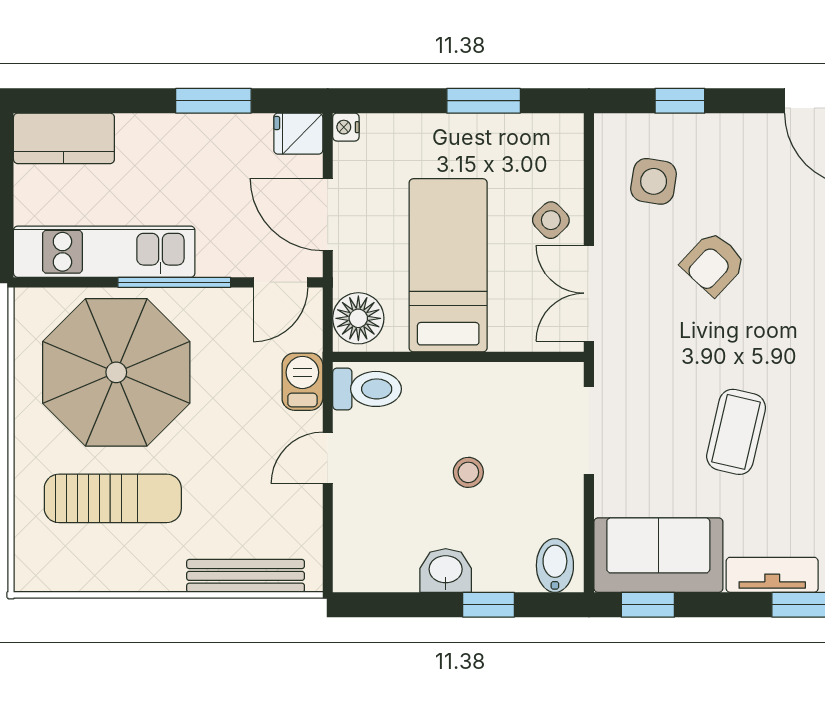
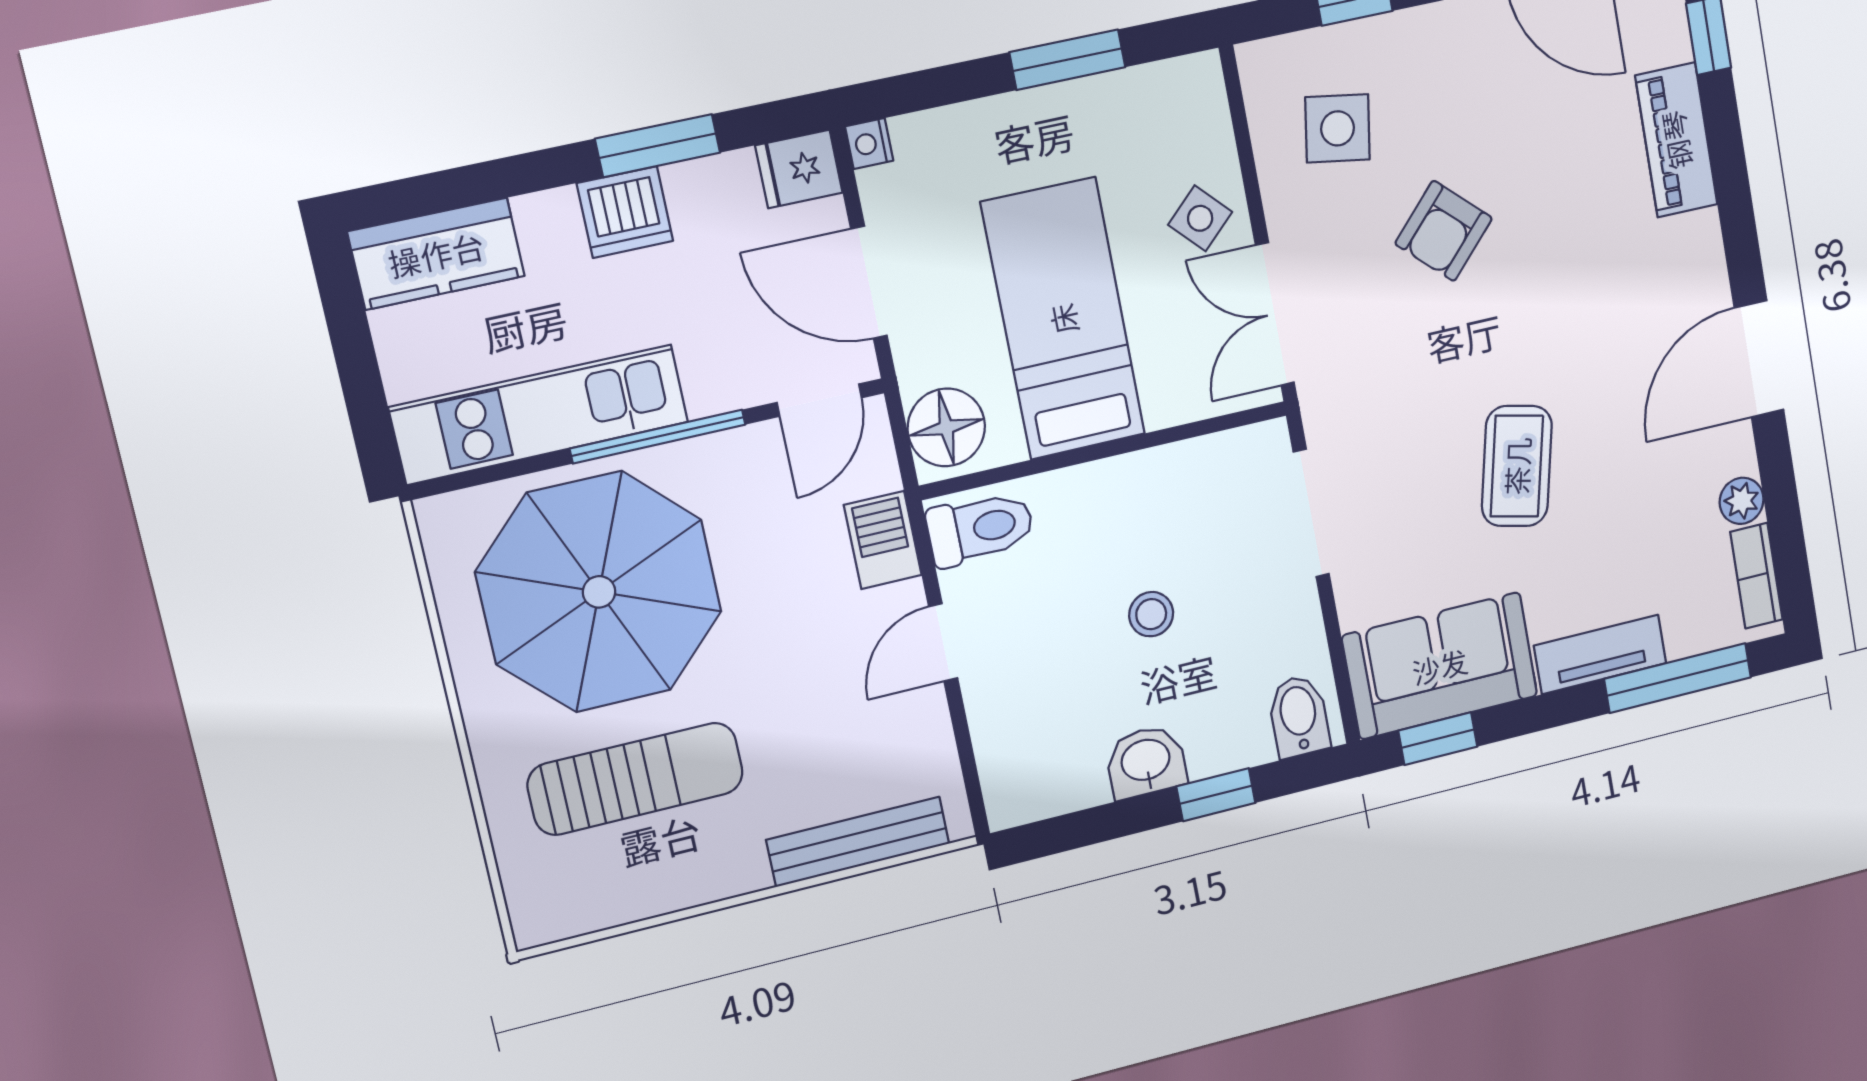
dishwasher: (184, 137) -> (625, 212), added

